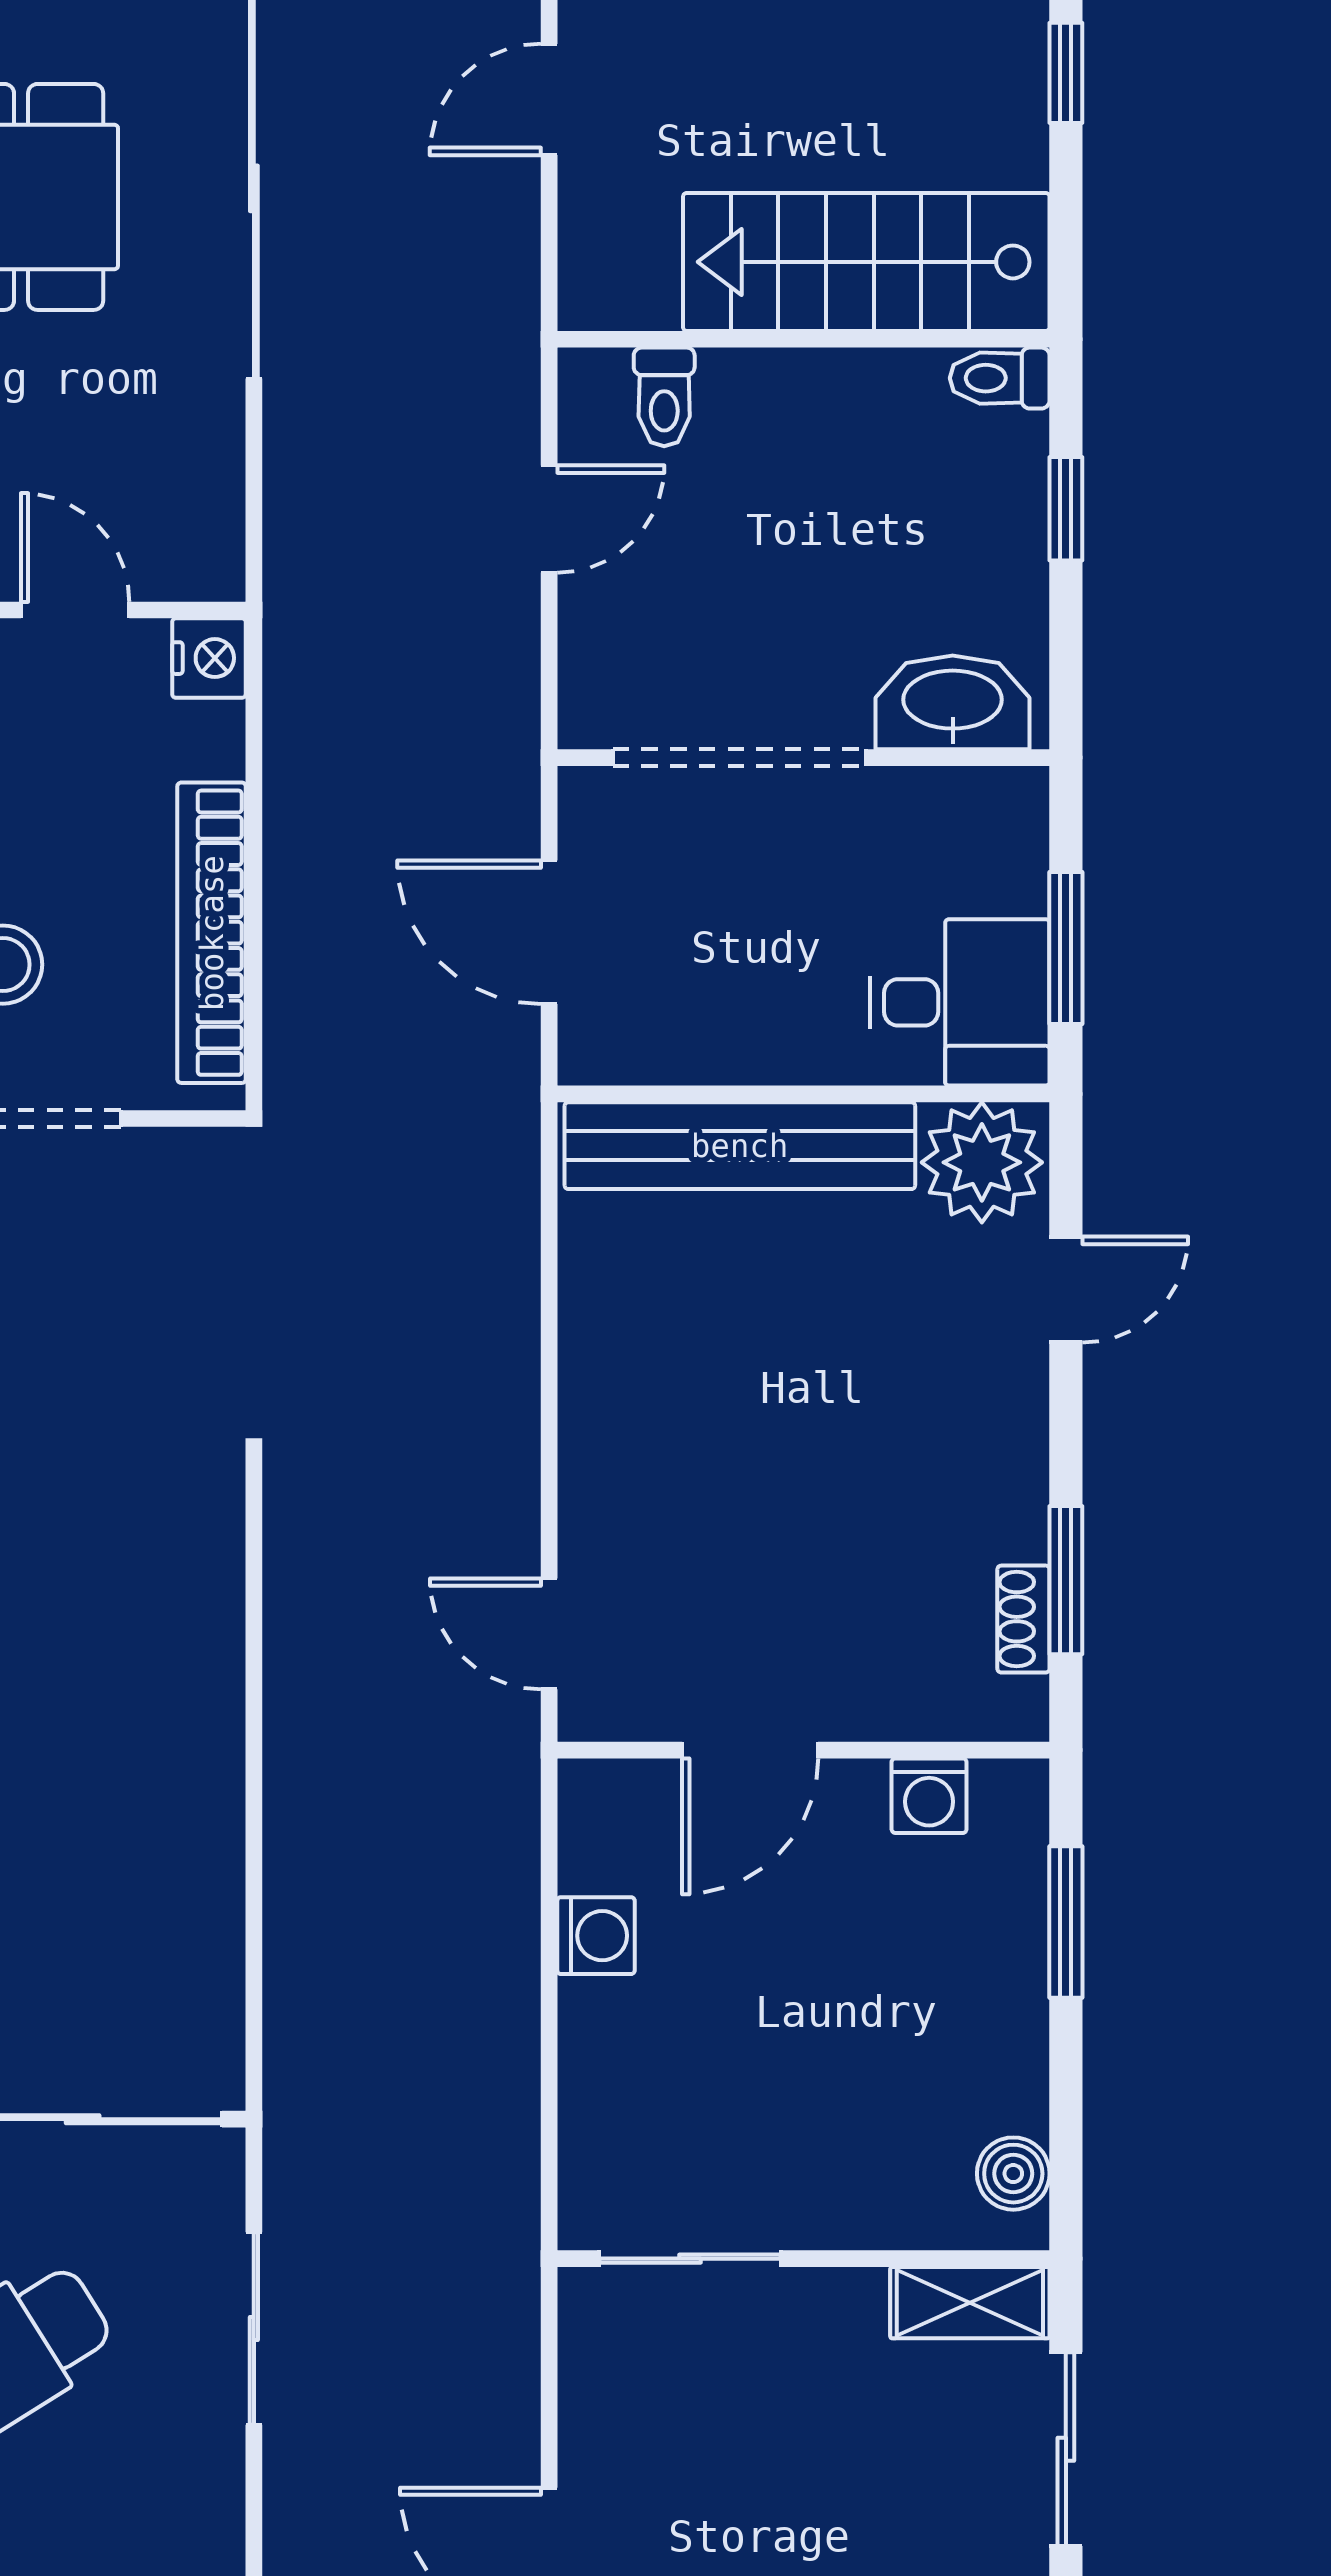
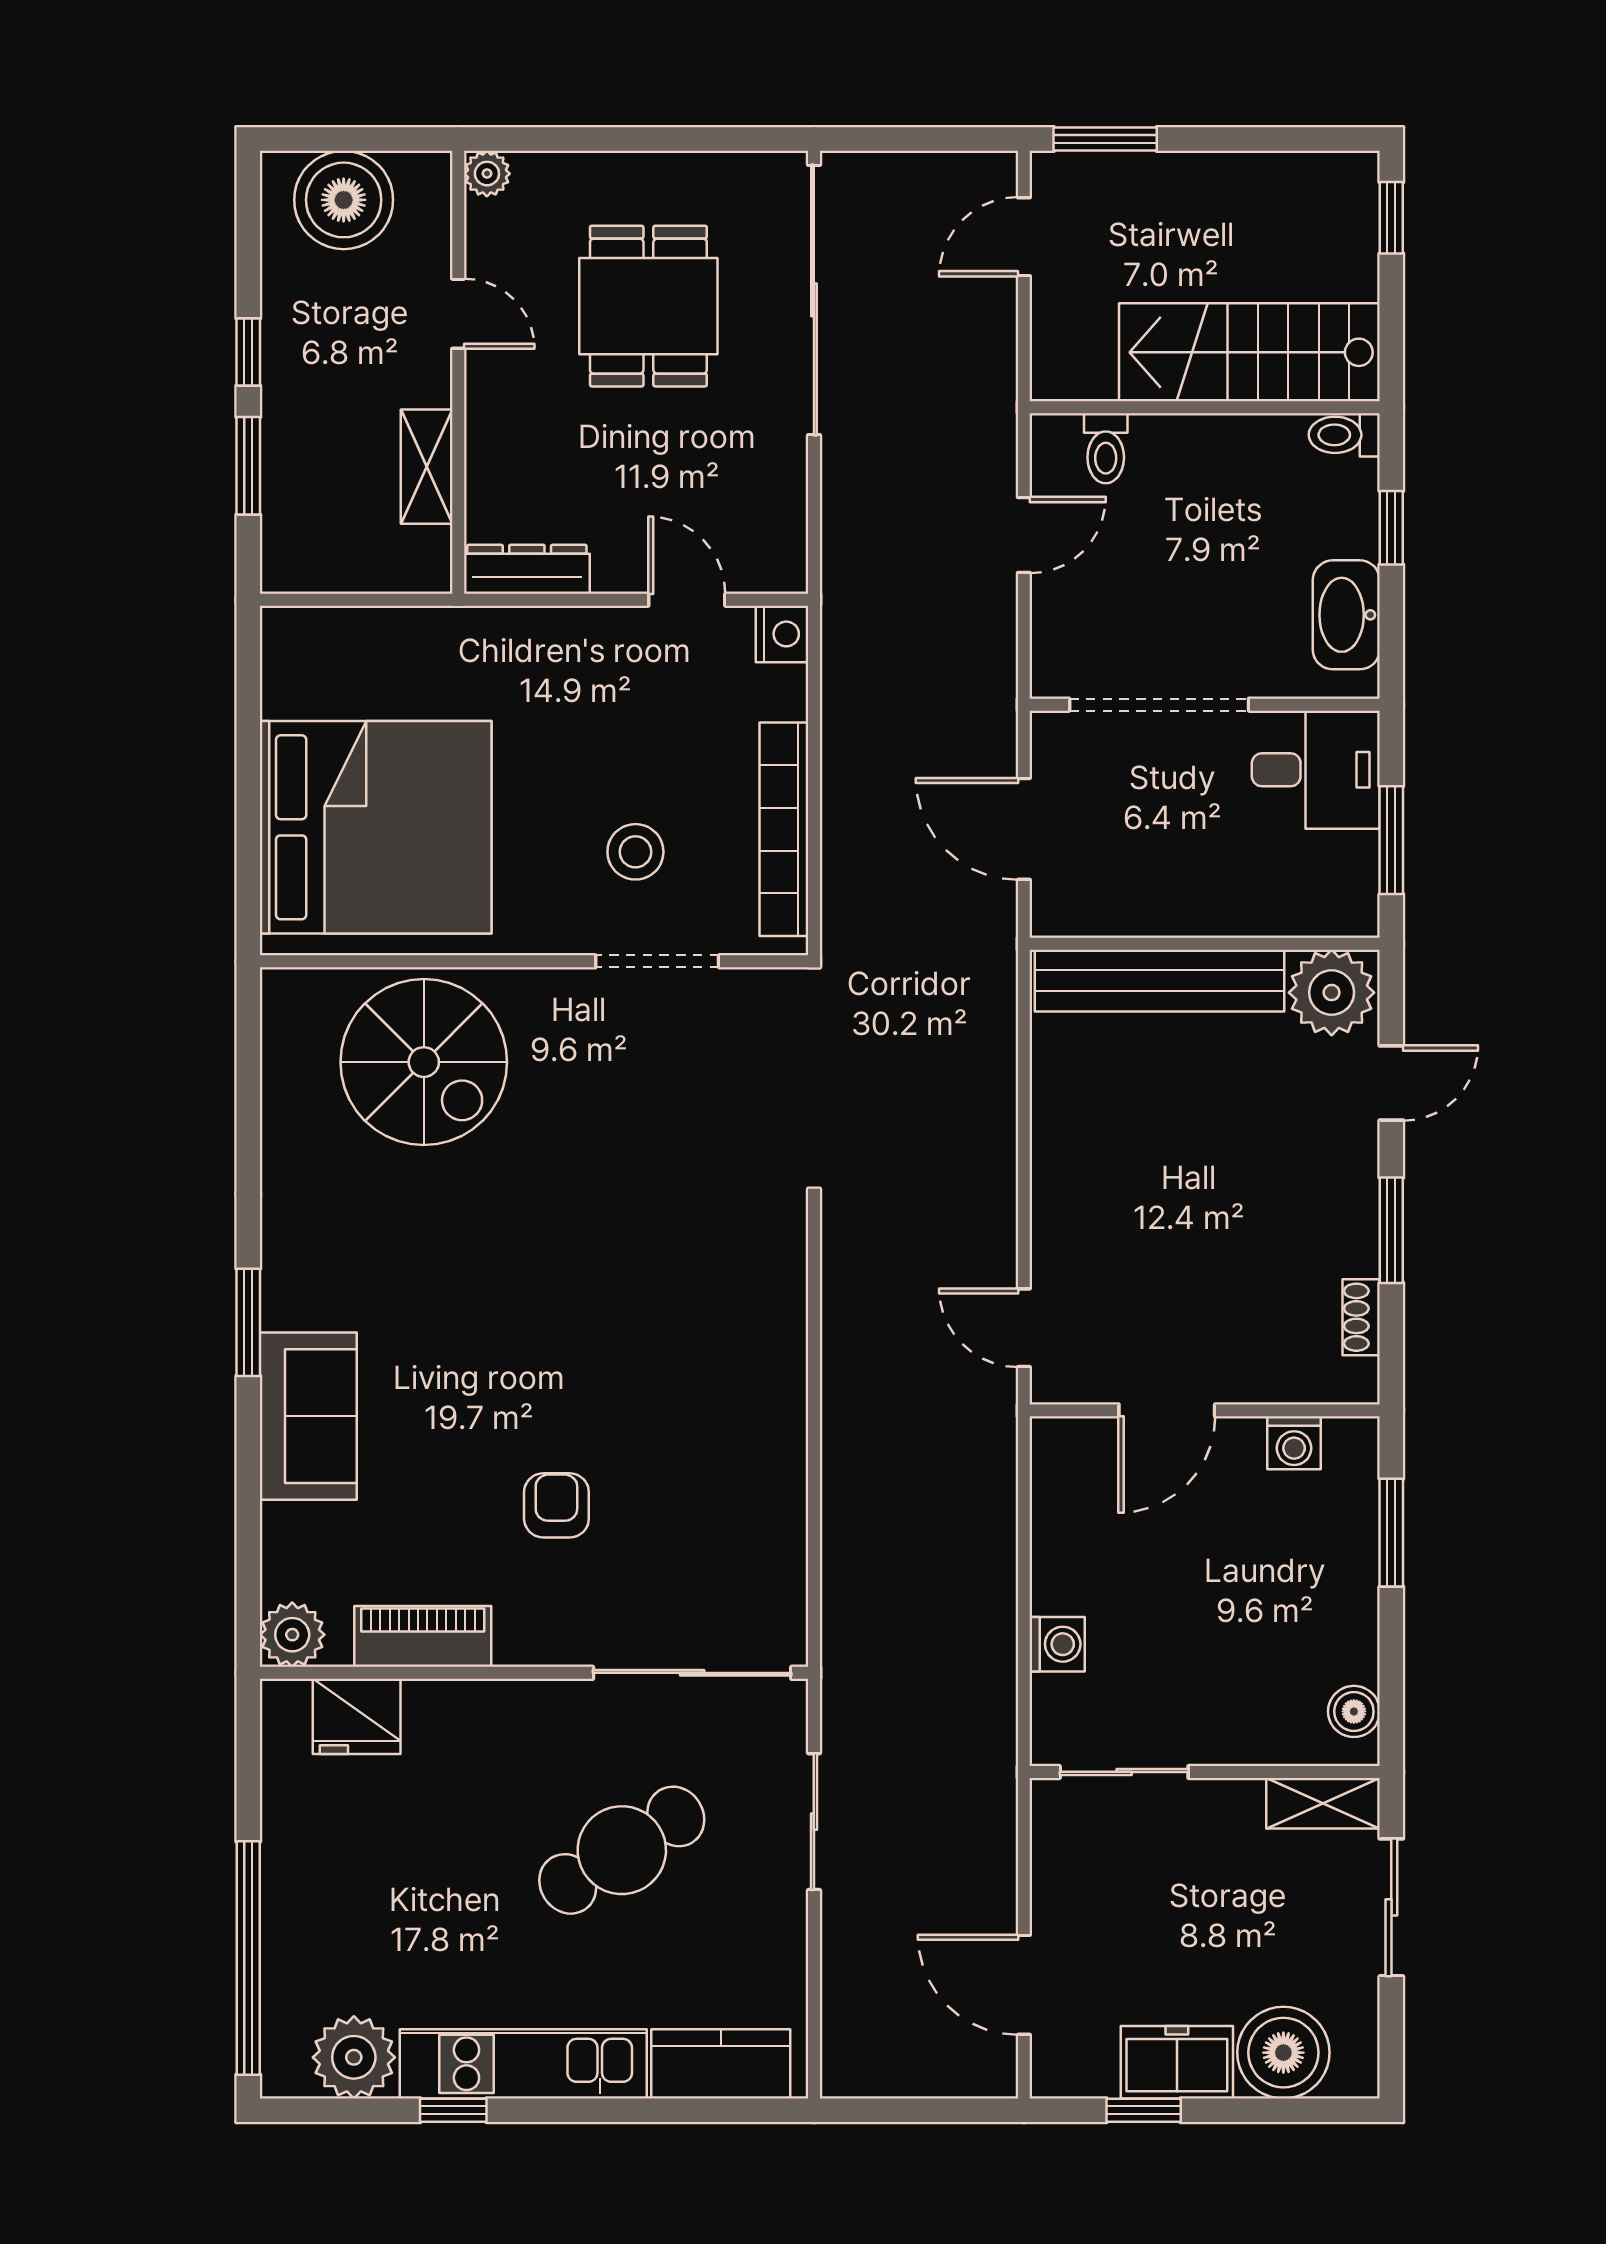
washbasin: (953, 702) -> (1346, 615), moved, turned -90
desk: (960, 1002) -> (1316, 770), moved
window: (1066, 1580) -> (1391, 1230), moved
washing machine: (596, 1936) -> (1057, 1644), moved

